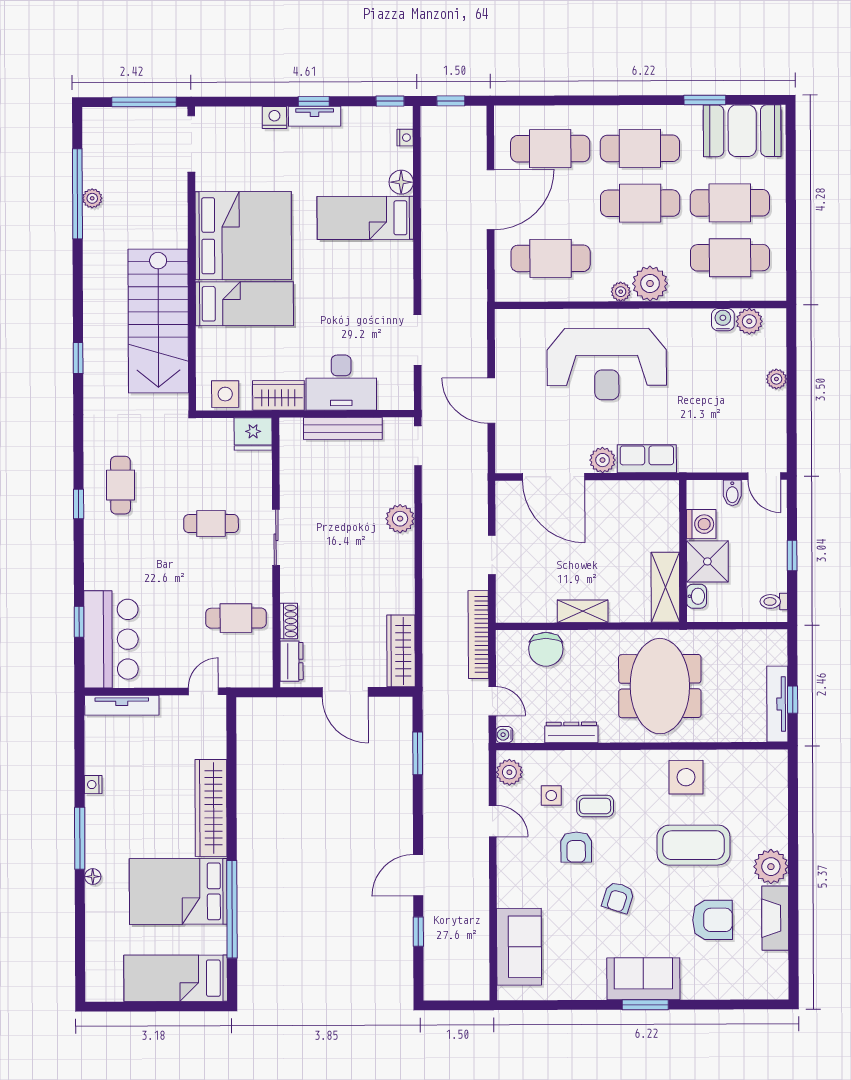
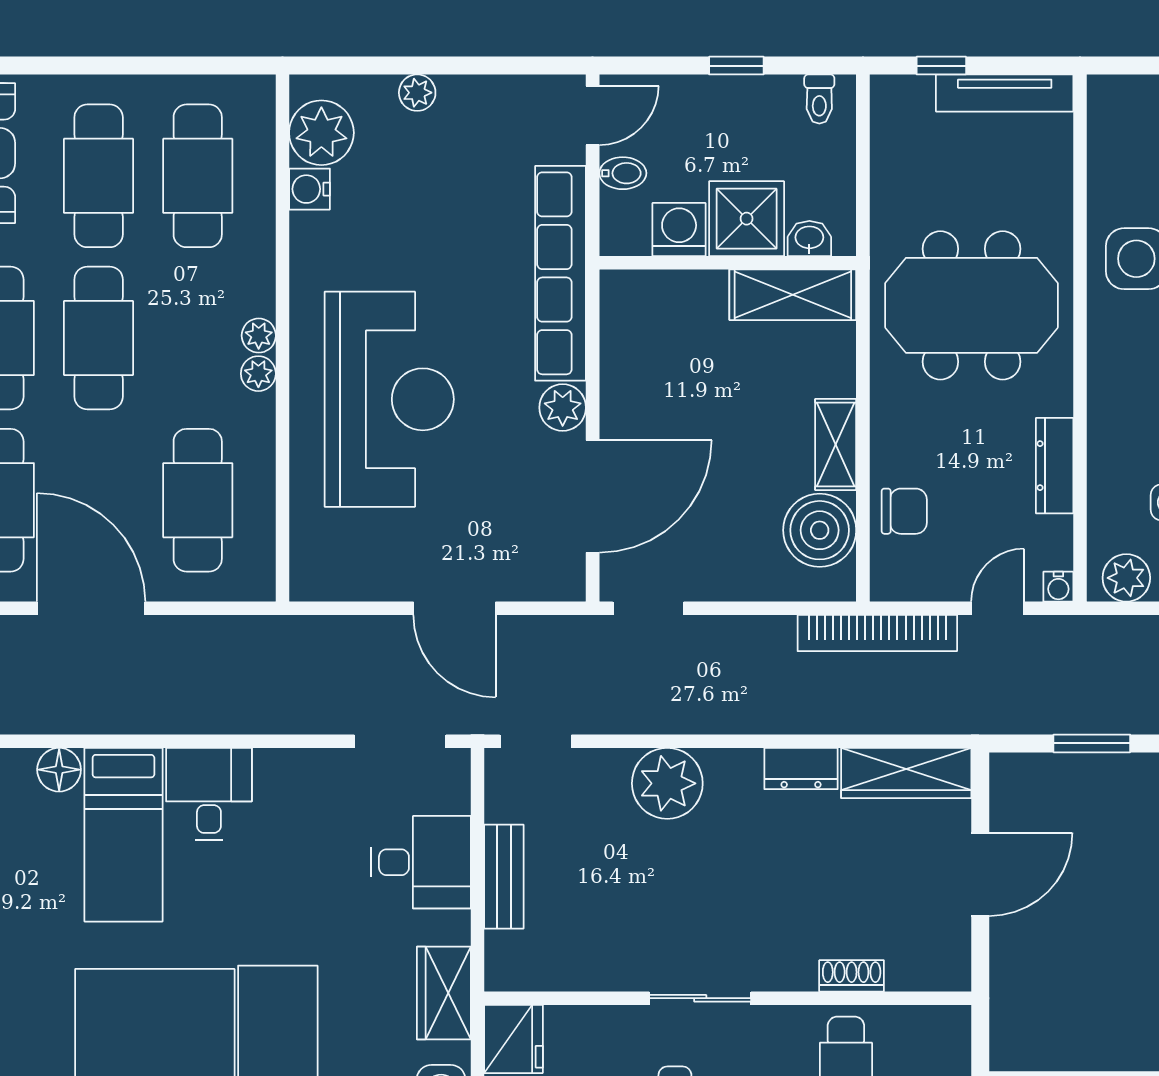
desk: (388, 265) -> (209, 794), added
plant: (650, 284) -> (259, 336), width x0.53, depth x0.53
plant: (749, 321) -> (321, 133), width x1.36, depth x1.36
doorway: (417, 340) -> (400, 741), moved
desk: (341, 383) -> (421, 862), width x0.73
door: (491, 401) -> (455, 608), hinge flipped
bench: (343, 428) -> (504, 877), width x0.73
row of seats: (647, 459) -> (561, 273), width x2.02
plant: (400, 519) -> (667, 783), width x1.36, depth x1.36
doorway: (492, 555) -> (648, 608), moved
boiler: (535, 602) -> (820, 530), added
chair: (546, 649) -> (904, 511), width x0.73, depth x0.73
dresser: (292, 661) -> (801, 769), moved, turned 180
window: (793, 700) -> (941, 66), moved

